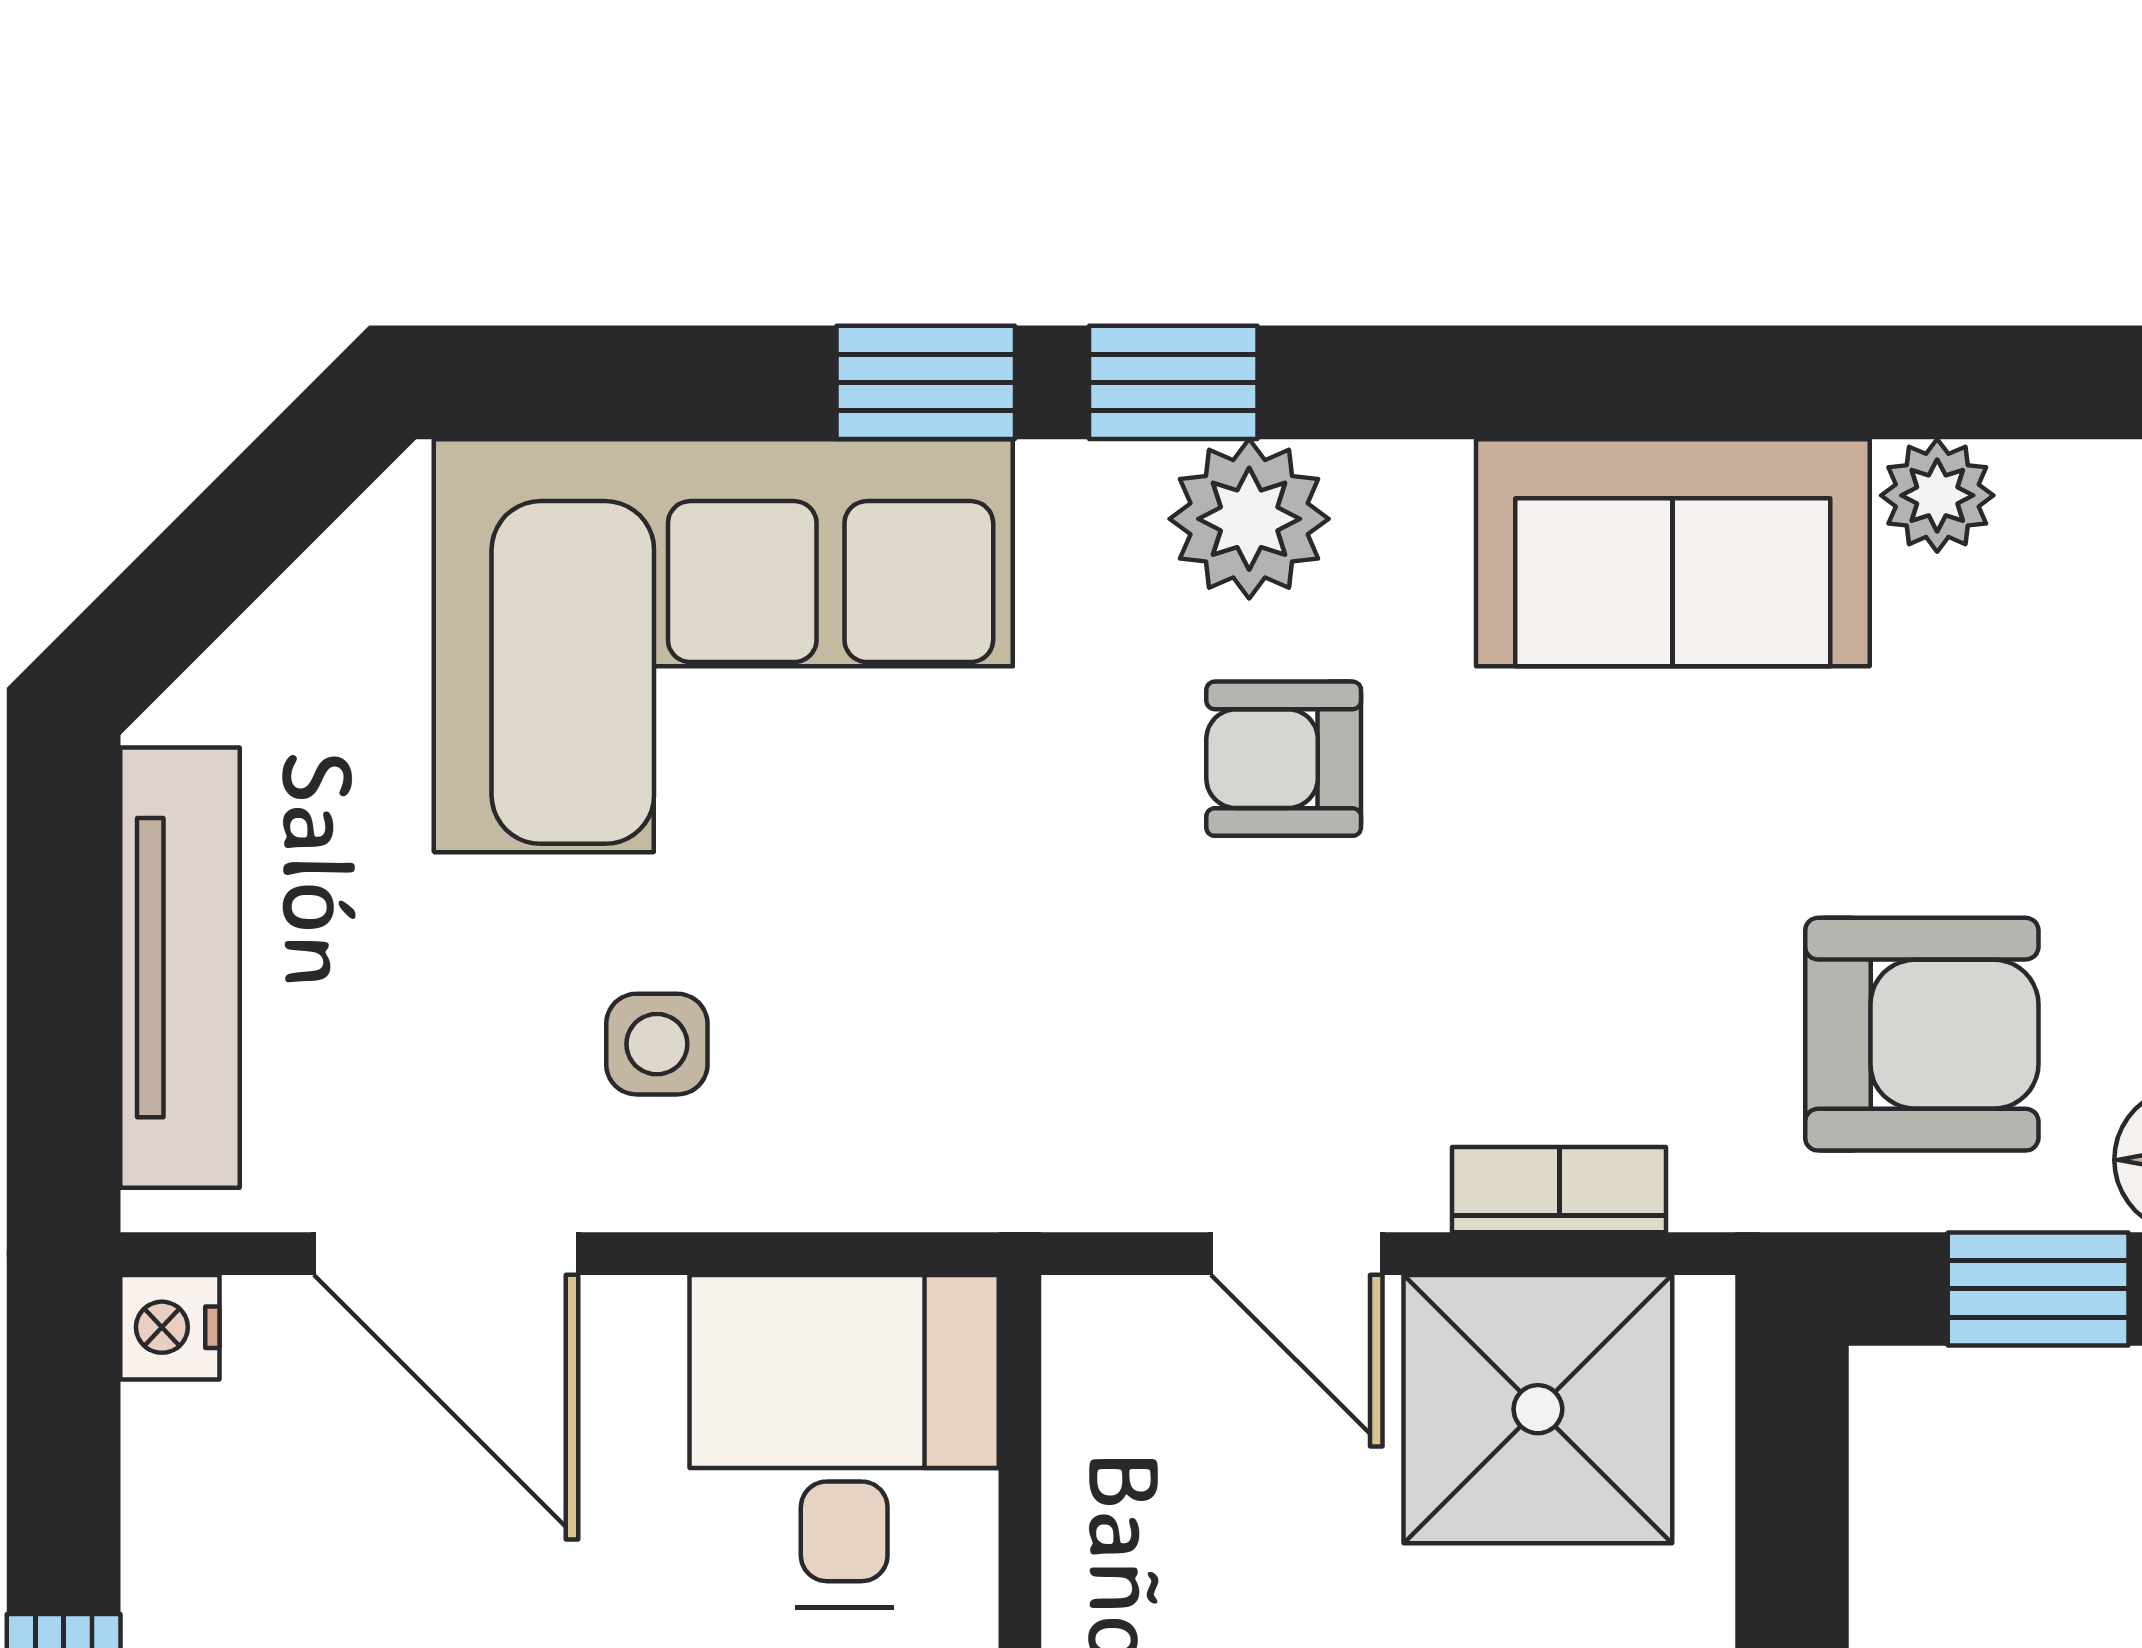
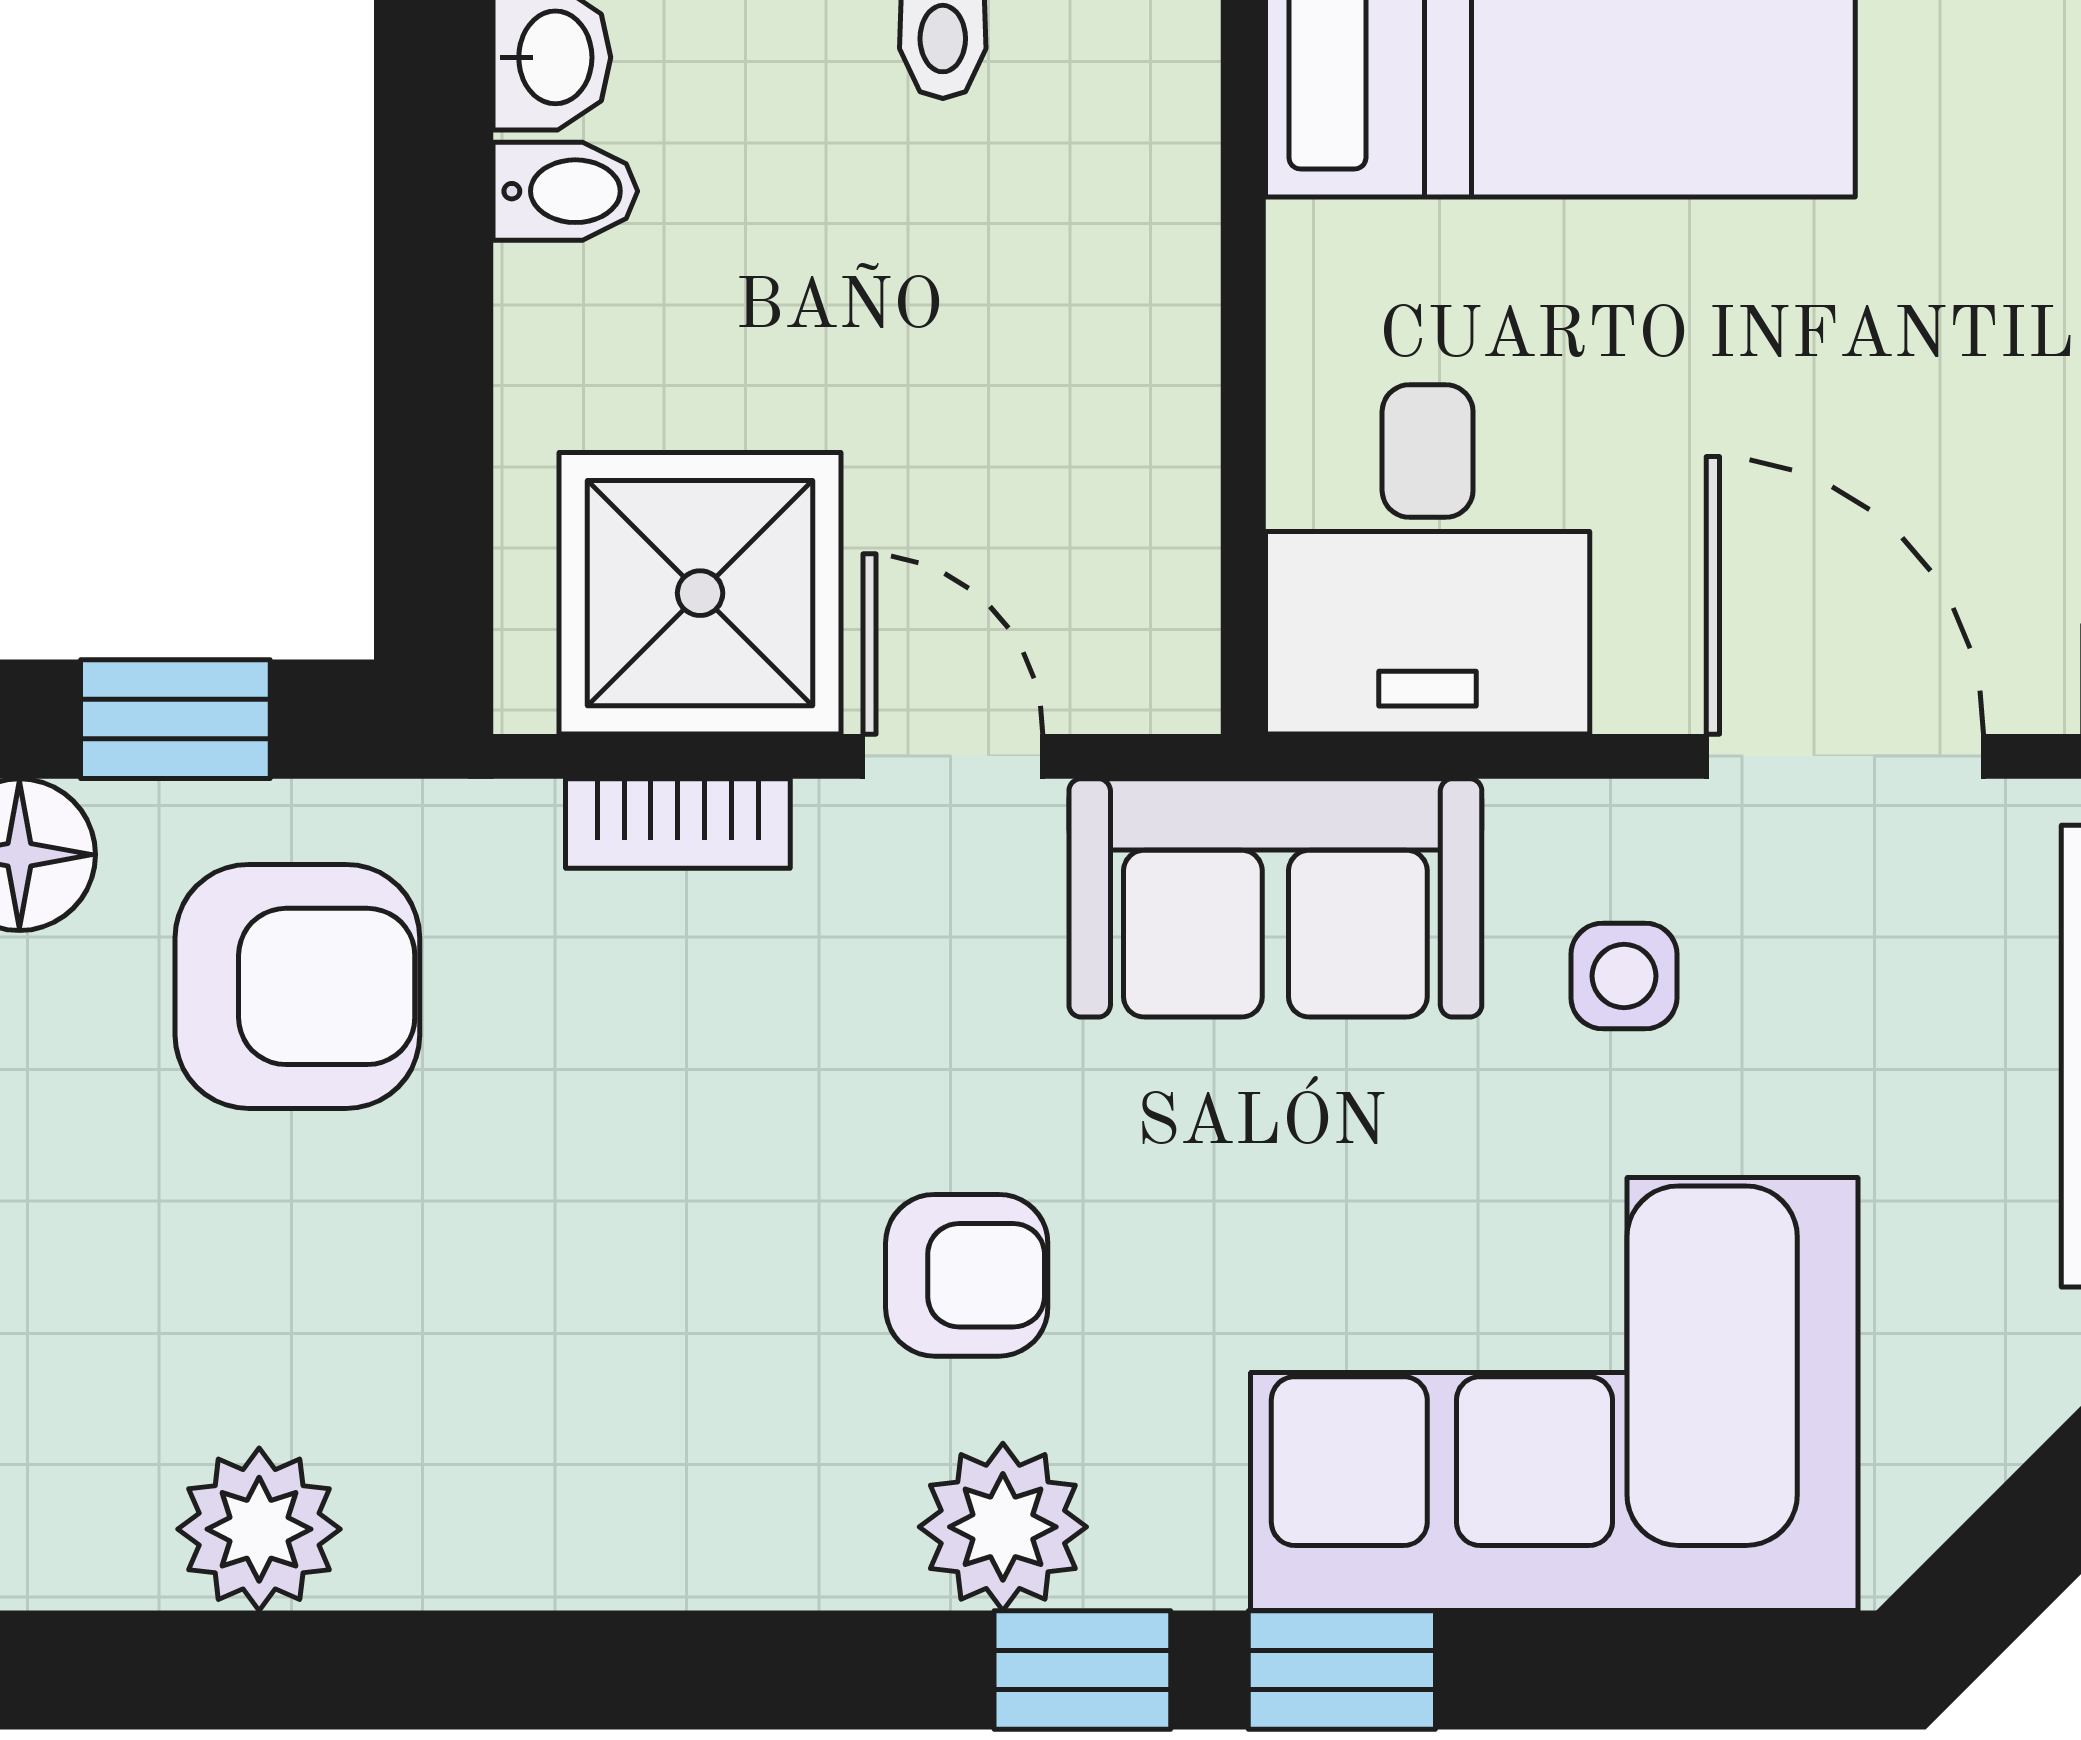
plant: (1937, 495) -> (259, 1529), width x1.38, depth x1.38
sofa: (1673, 553) -> (1275, 898), moved, turned 180
armchair: (1922, 1034) -> (297, 986), turned 180

